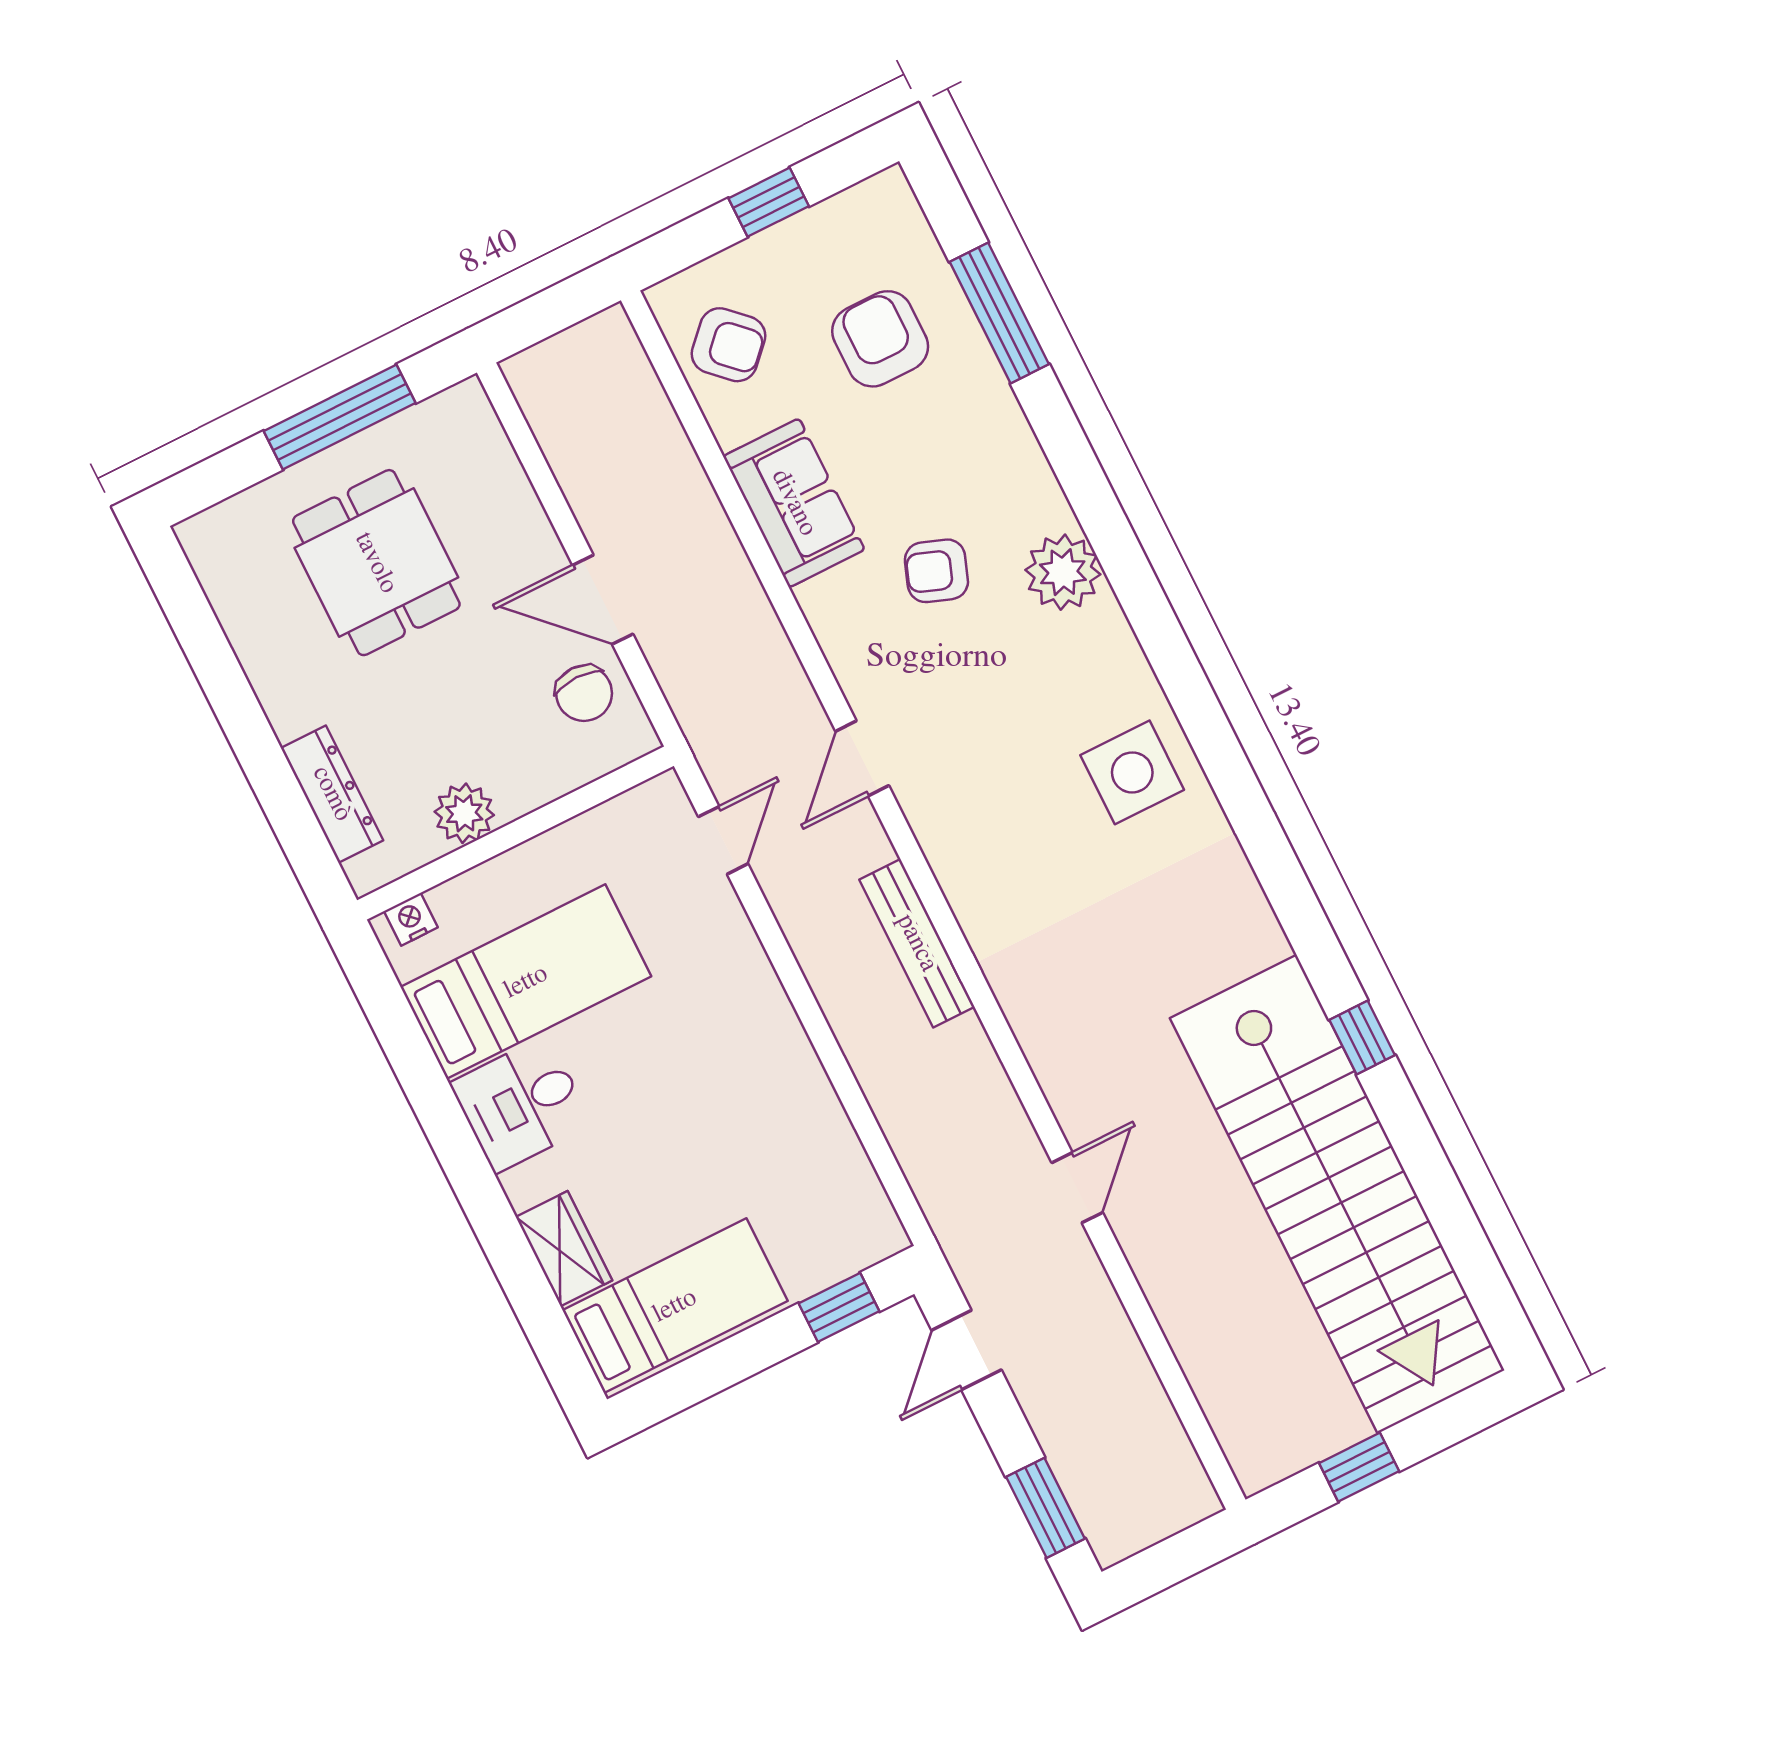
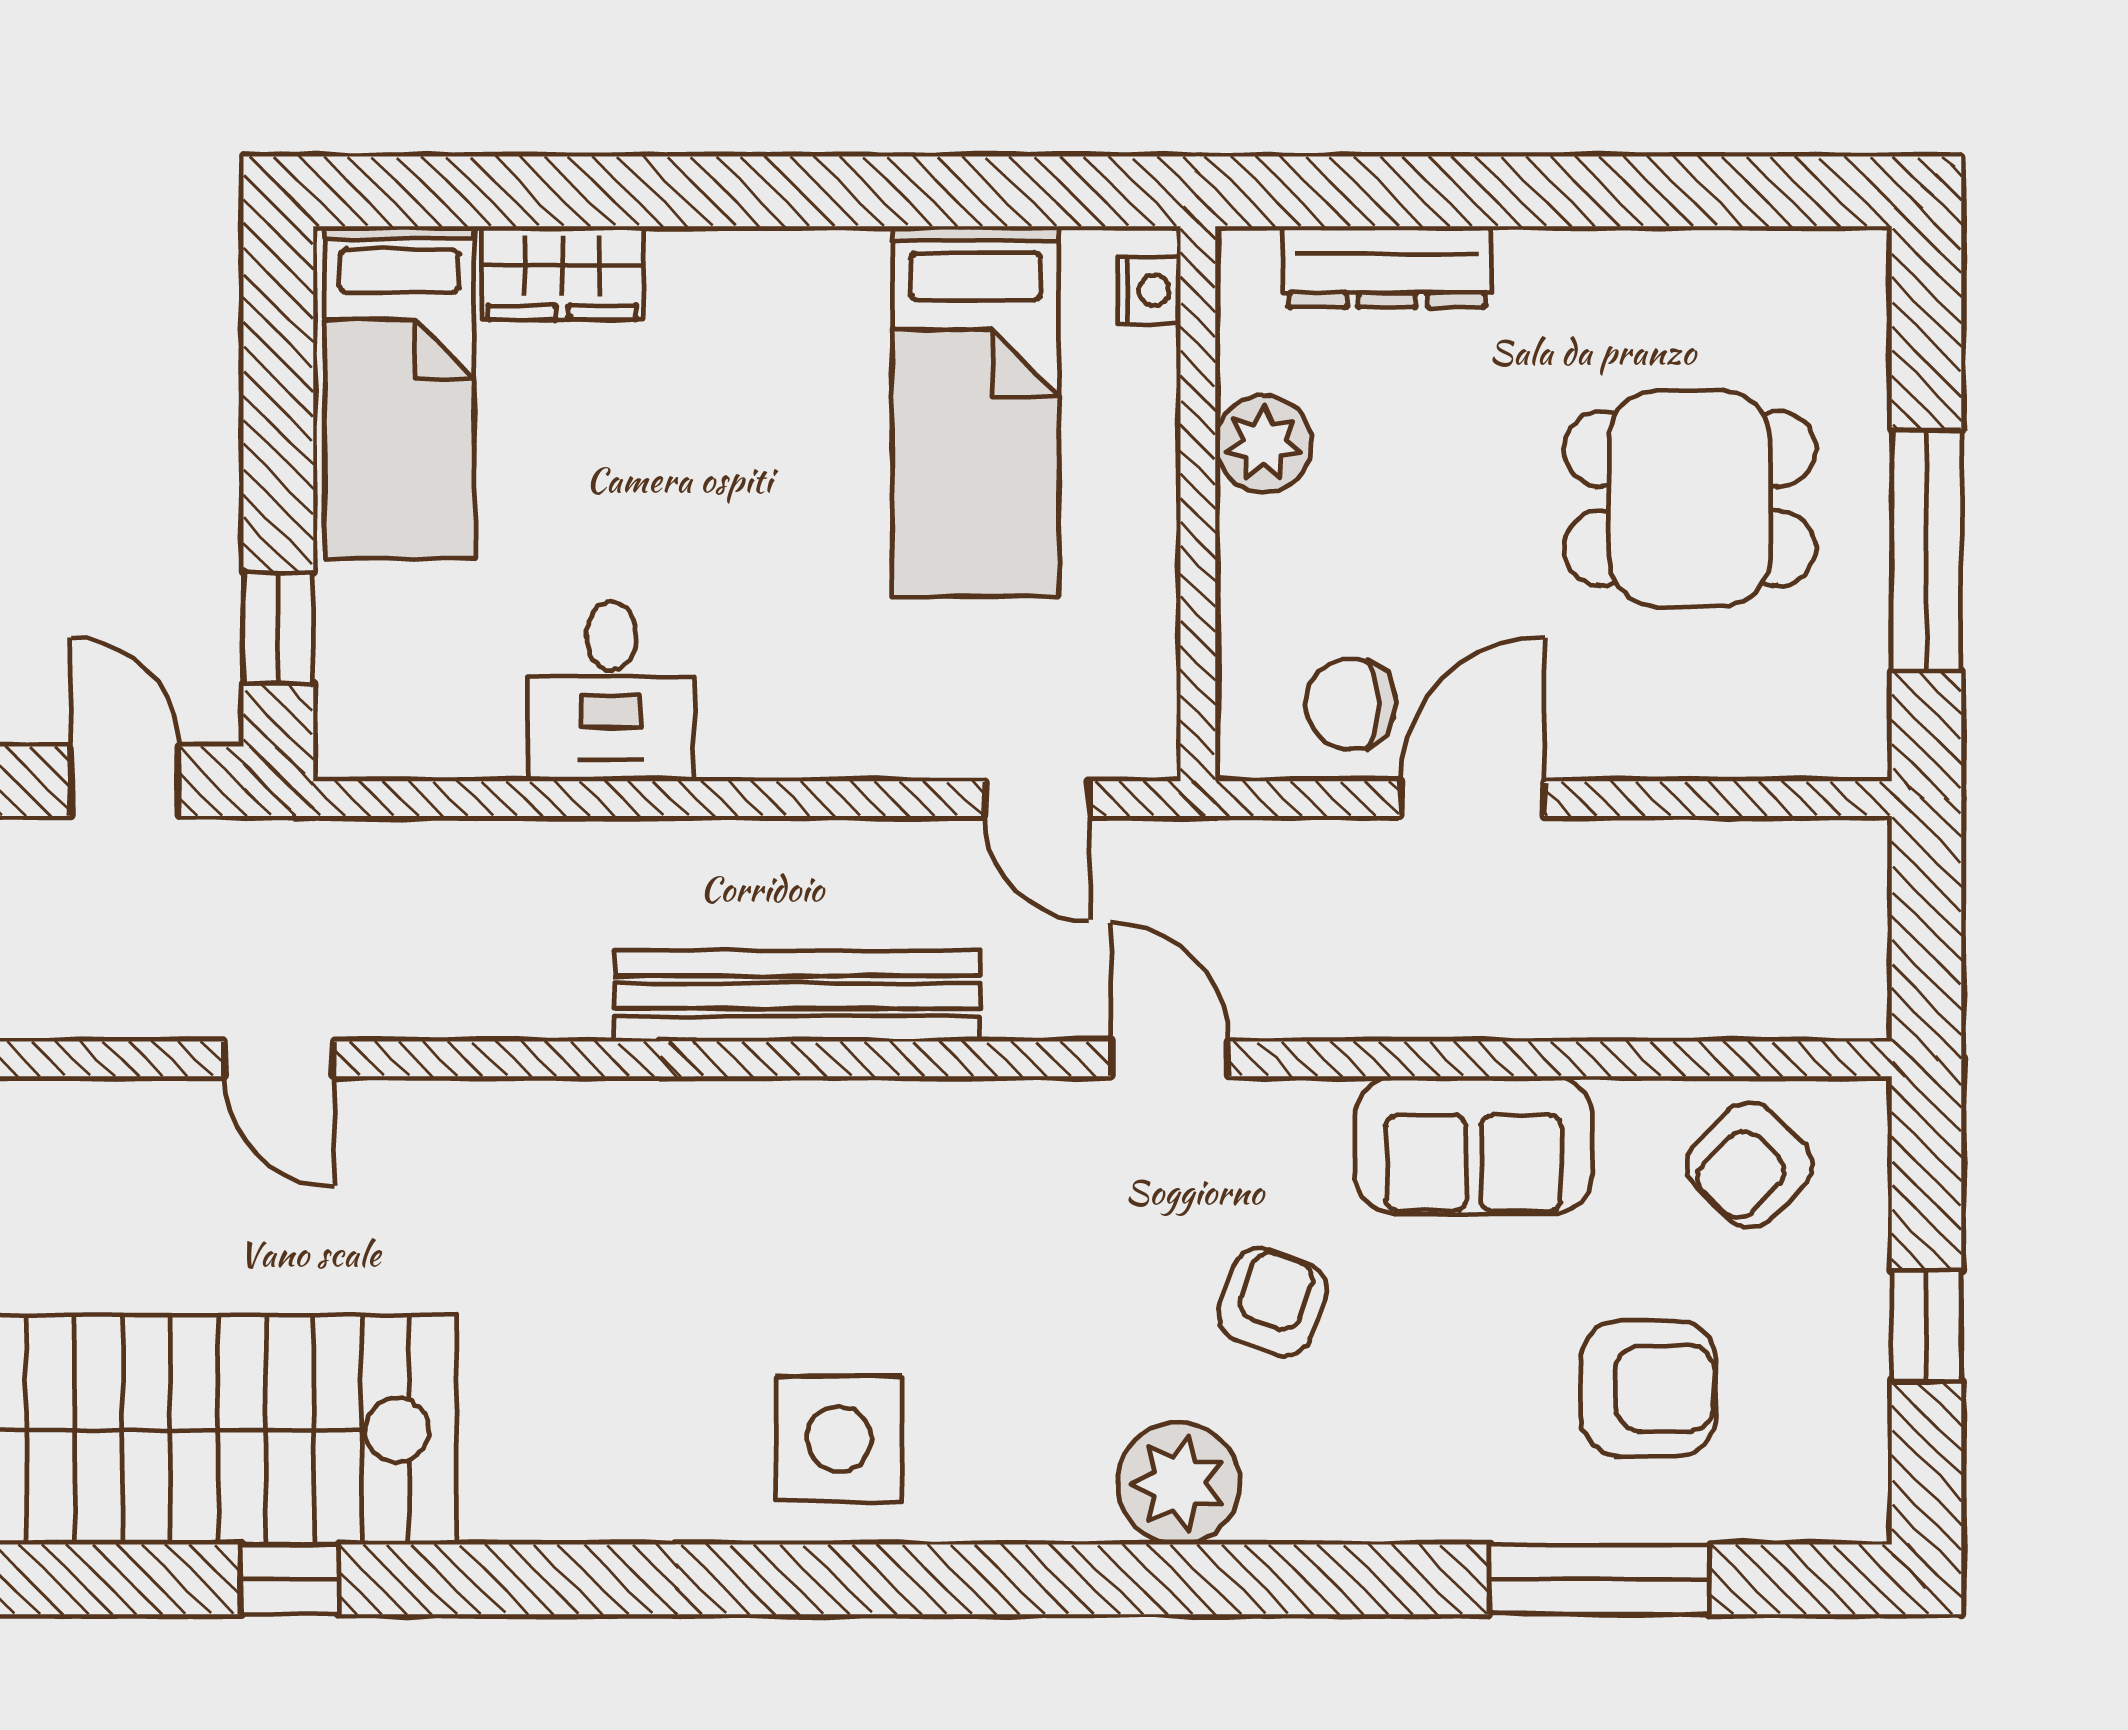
door: (862, 758) -> (1170, 1059), moved
bench: (917, 943) -> (797, 996), width x1.37, depth x1.21
desk: (521, 1104) -> (611, 691), moved, turned 180

